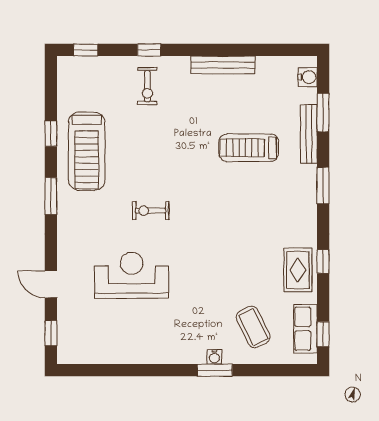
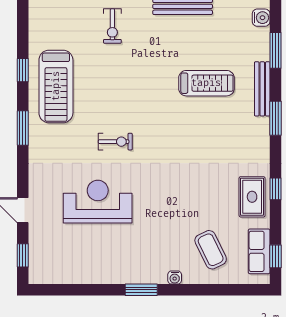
bench: (309, 134) -> (262, 89), moved
treadmill: (249, 148) -> (206, 83), turned 180
exercise bike: (151, 211) -> (115, 142), turned 180
window: (215, 370) -> (141, 290), moved

